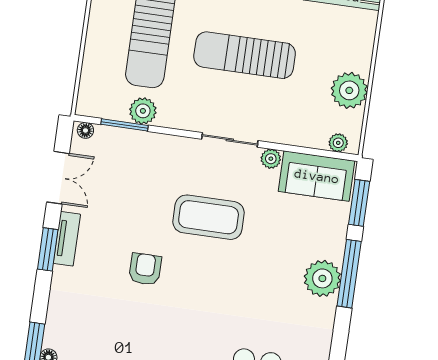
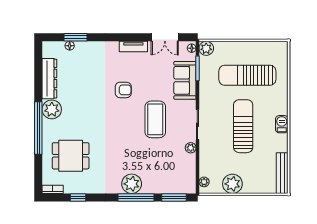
plant: (143, 111) -> (206, 48), moved
sofa: (317, 176) -> (185, 80), moved
window: (48, 249) -> (126, 37), removed

